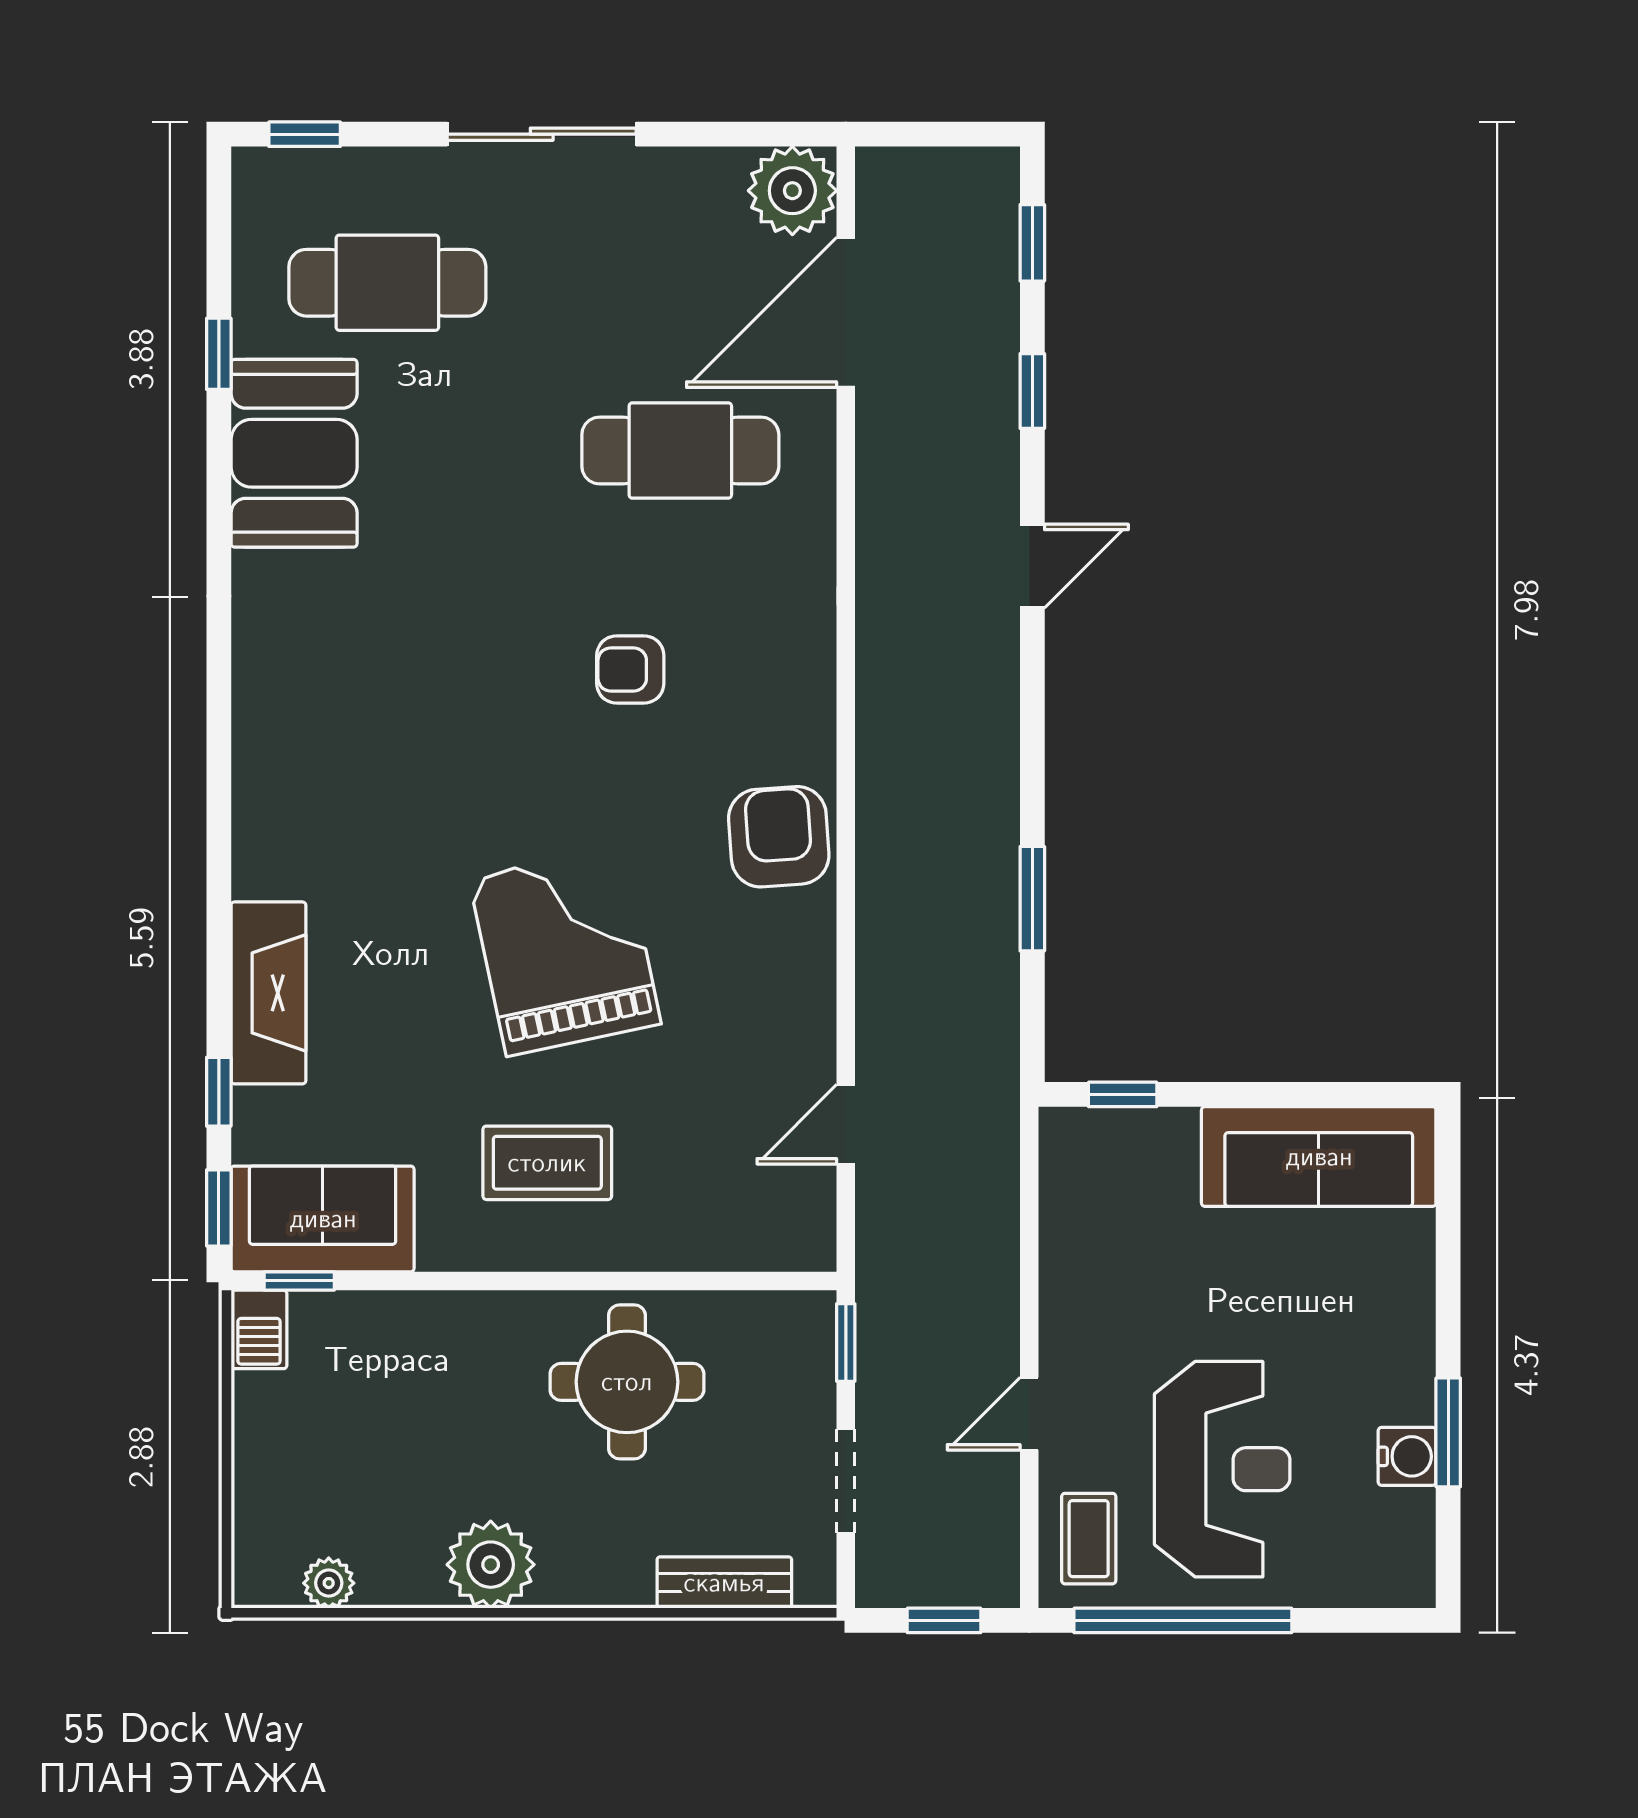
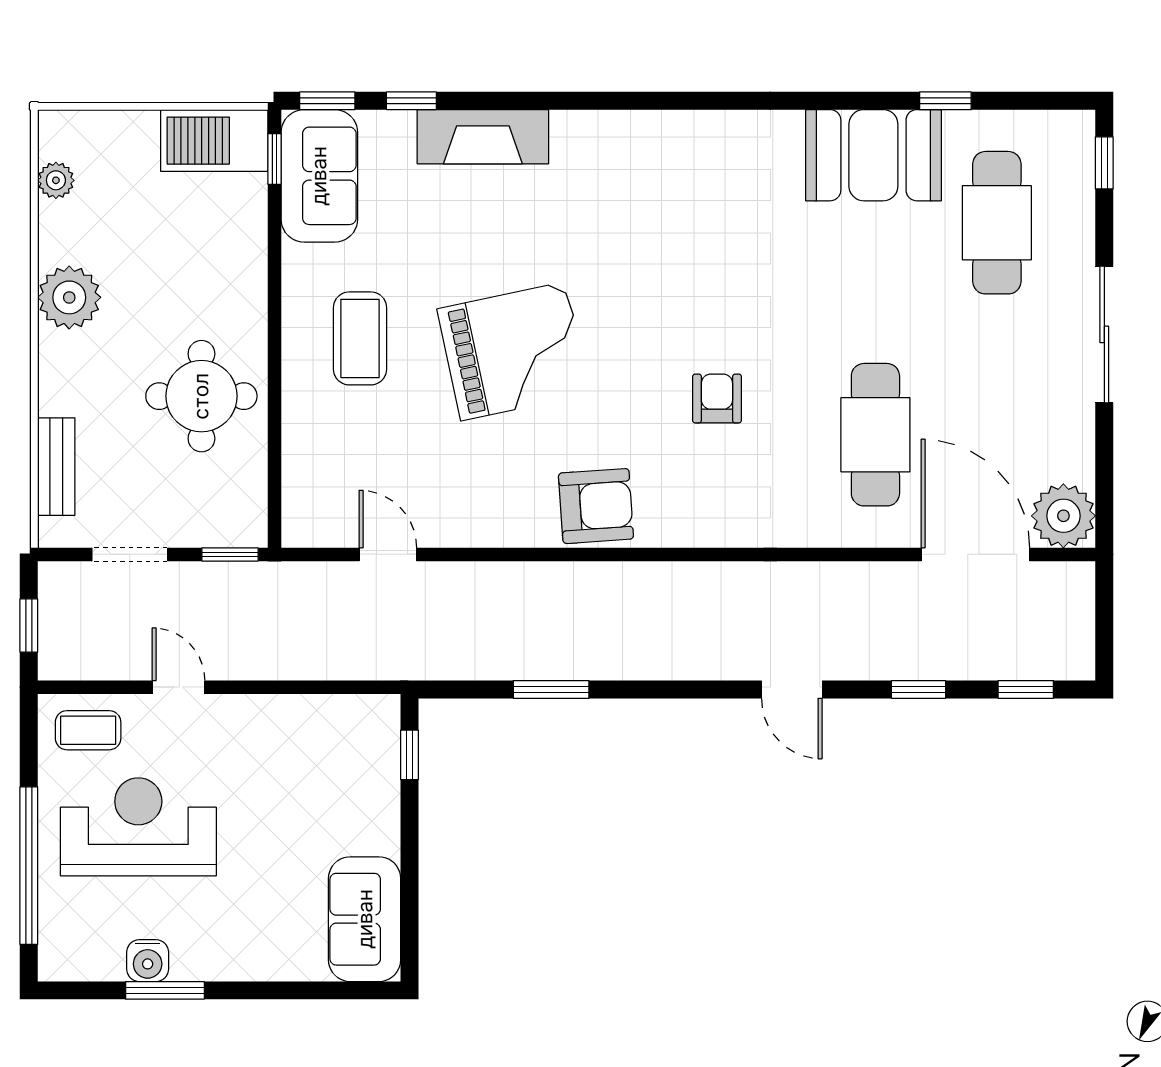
sofa: (1319, 1157) -> (365, 919), width x0.73
barbecue: (259, 1329) -> (214, 141), width x1.88, depth x1.53
reception desk: (1222, 1469) -> (138, 827), turned 180
window: (1183, 1620) -> (29, 866), moved

